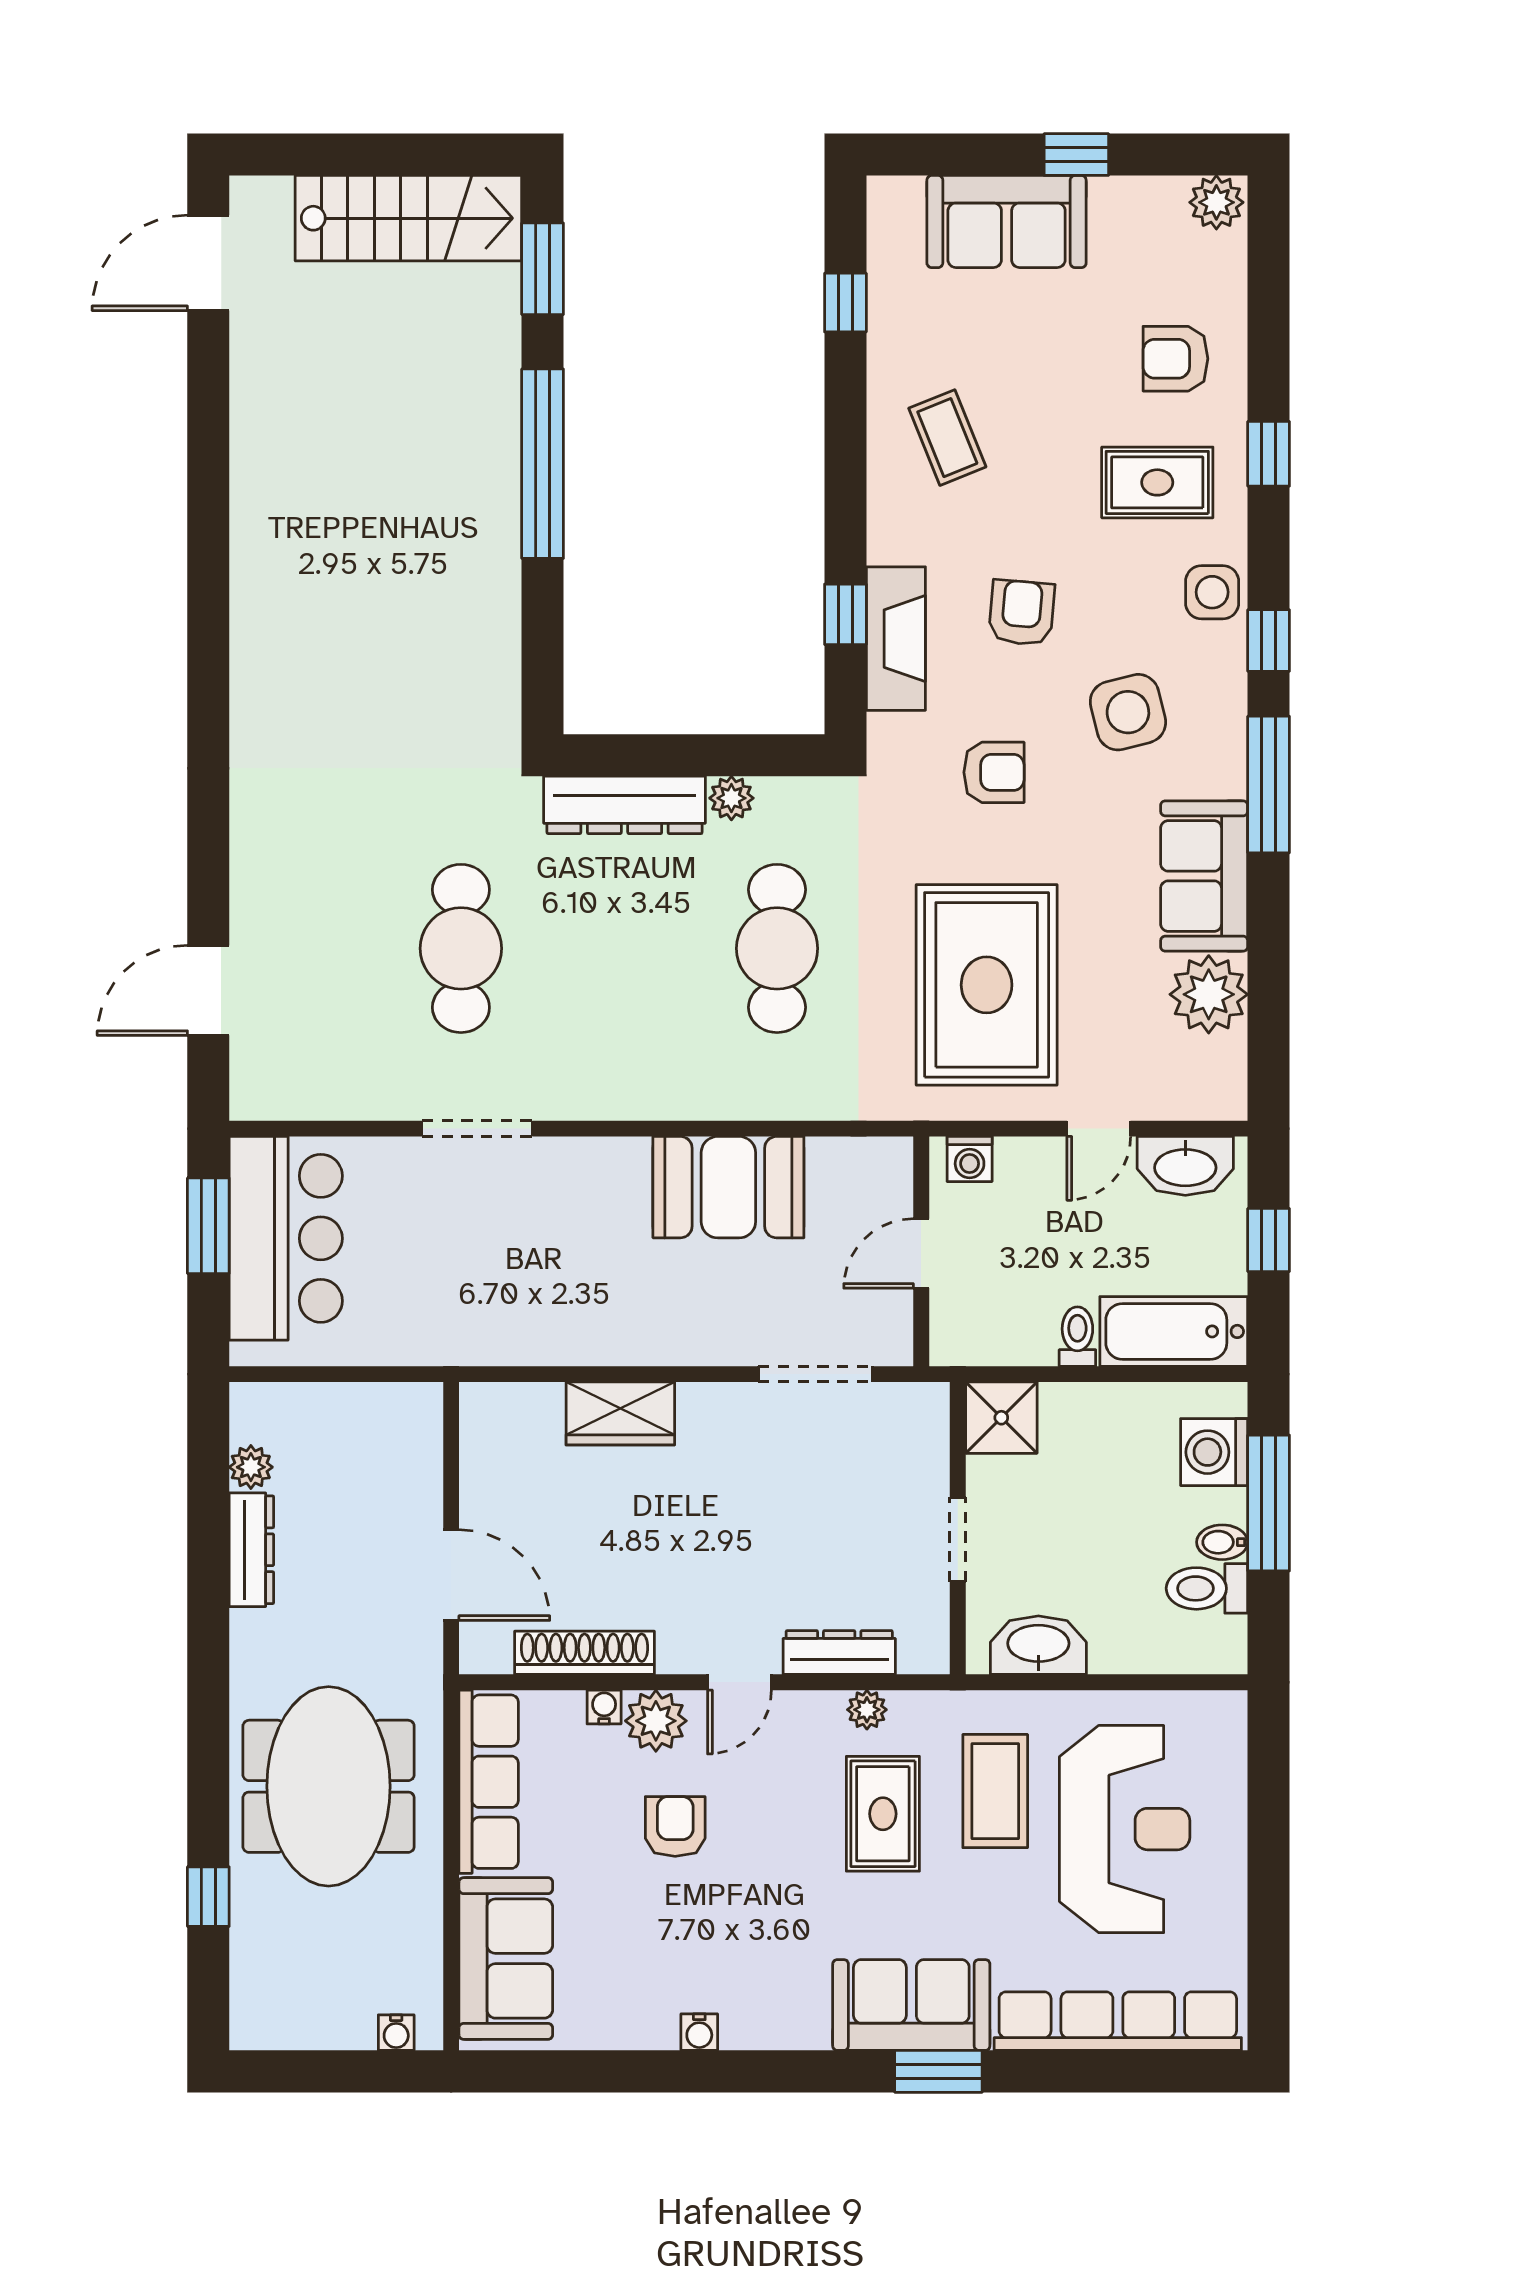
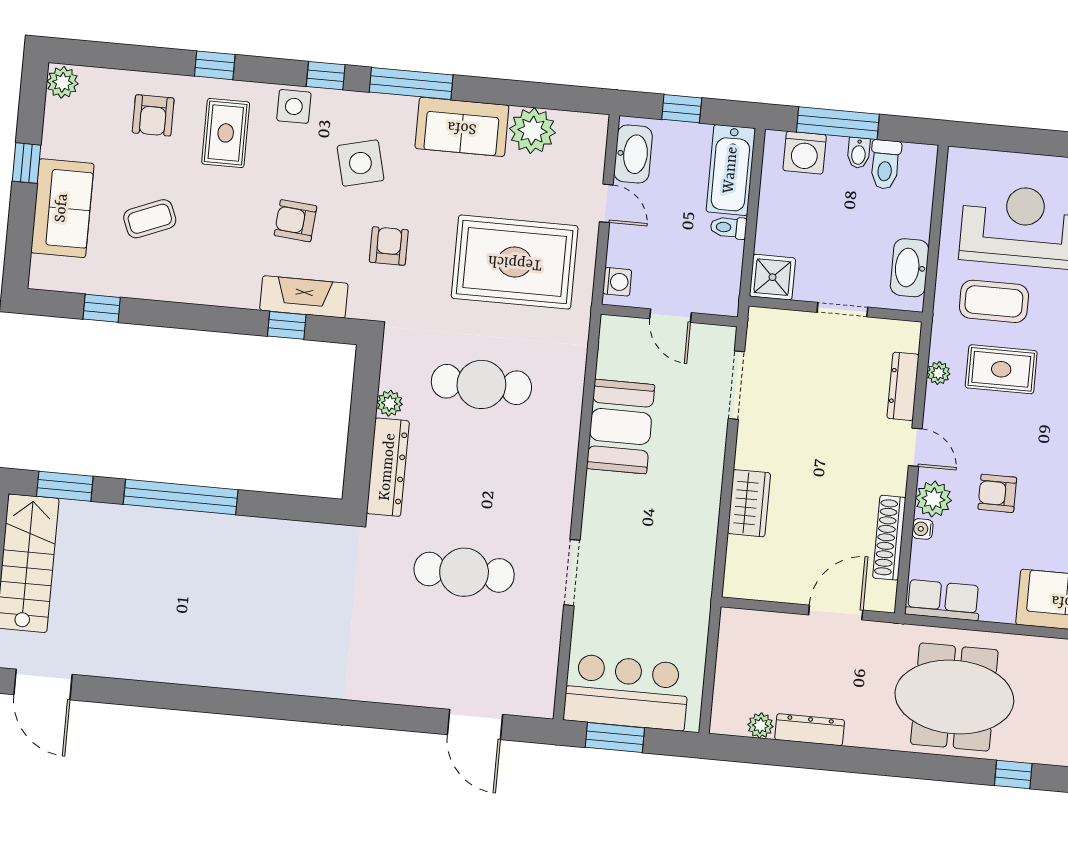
coffee table: (947, 438) -> (150, 219), moved
row of seats: (489, 1782) -> (943, 600), width x0.68

